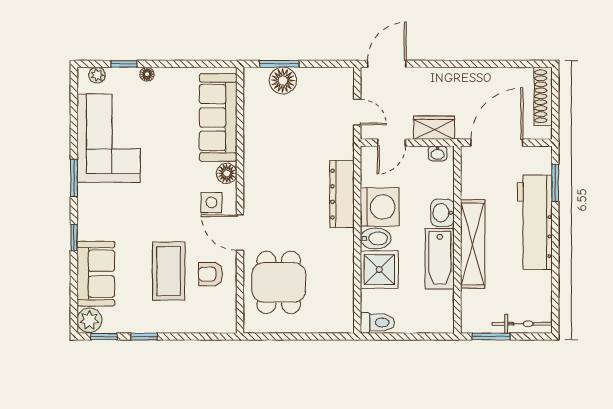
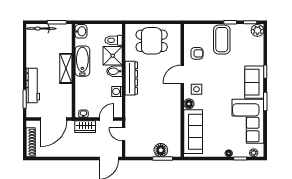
dresser: (342, 194) -> (131, 78), moved
washing machine: (380, 207) -> (117, 91), width x0.53, depth x0.53
washbasin: (442, 213) -> (81, 31), moved
workbench: (535, 222) -> (33, 86), width x0.73, depth x0.76
door: (240, 233) -> (182, 74), swing flipped
shelving: (473, 244) -> (66, 68), width x0.68
coffee table: (169, 271) -> (222, 40), moved
sofa: (96, 274) -> (254, 82), moved
dining table: (279, 282) -> (152, 41), moved, turned 90
toilet: (377, 323) -> (114, 40), moved

